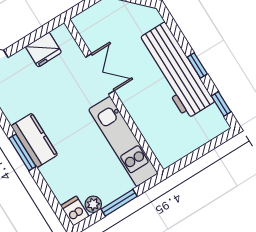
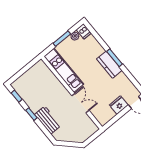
fridge: (43, 50) -> (119, 105), moved
workbench: (175, 71) -> (48, 120), width x0.53, depth x0.76
double door: (100, 74) -> (80, 103), swing flipped

